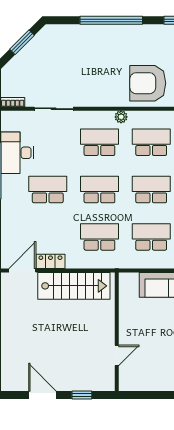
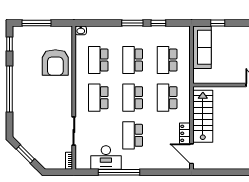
plant: (121, 117) -> (80, 82), removed

